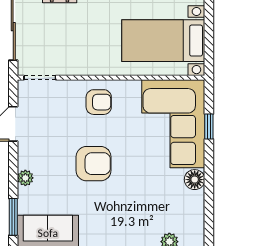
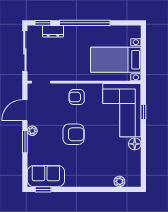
armchair: (99, 102) -> (77, 97), turned 180
plant: (25, 178) -> (32, 131), moved
window: (13, 217) -> (25, 142), moved

